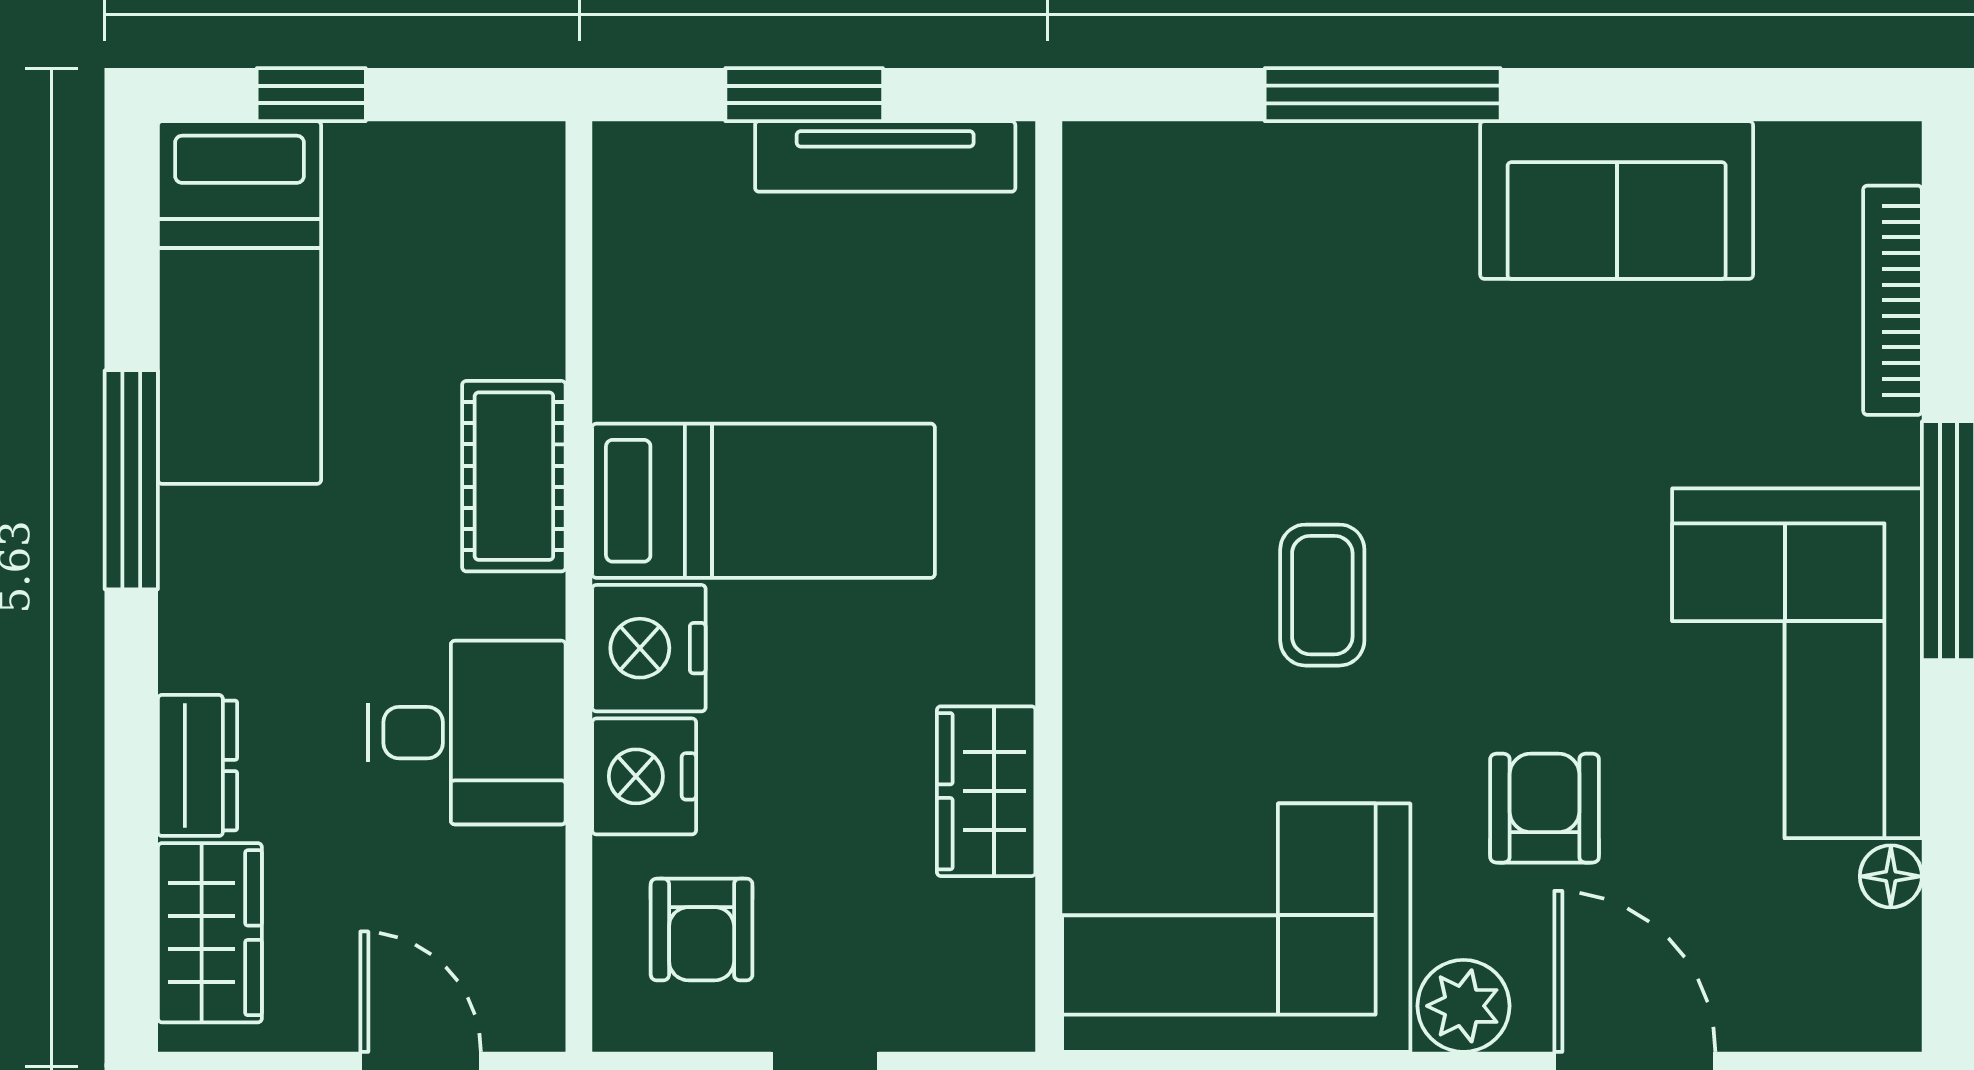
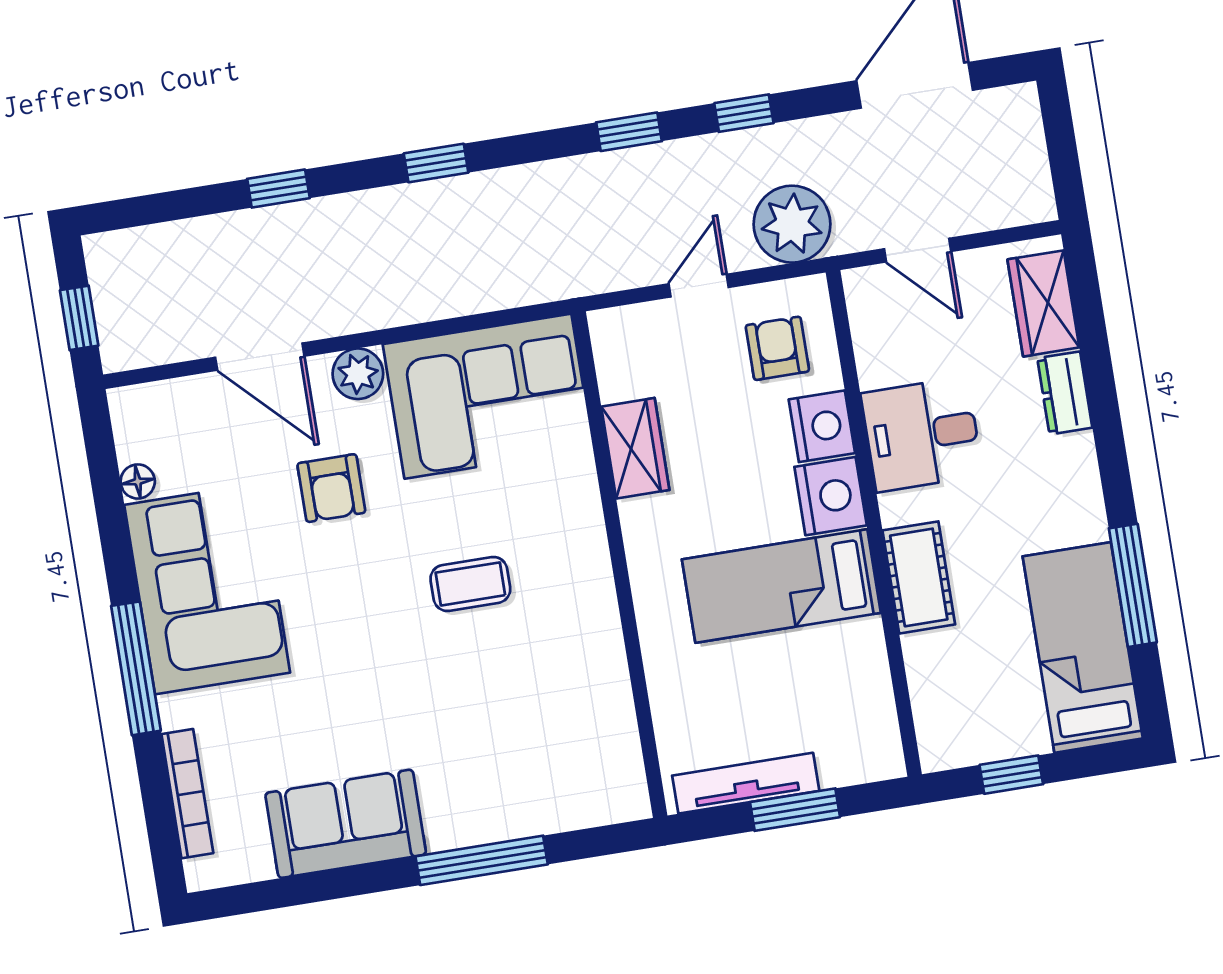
window: (311, 95) -> (1011, 775), moved
window: (131, 480) -> (1133, 585), moved
coffee table: (1322, 595) -> (470, 584), turned 90

